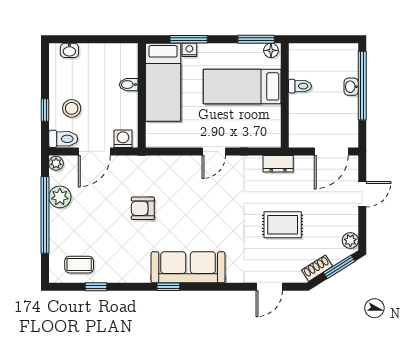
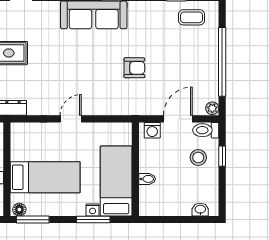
plant: (60, 197) -> (209, 78), removed

